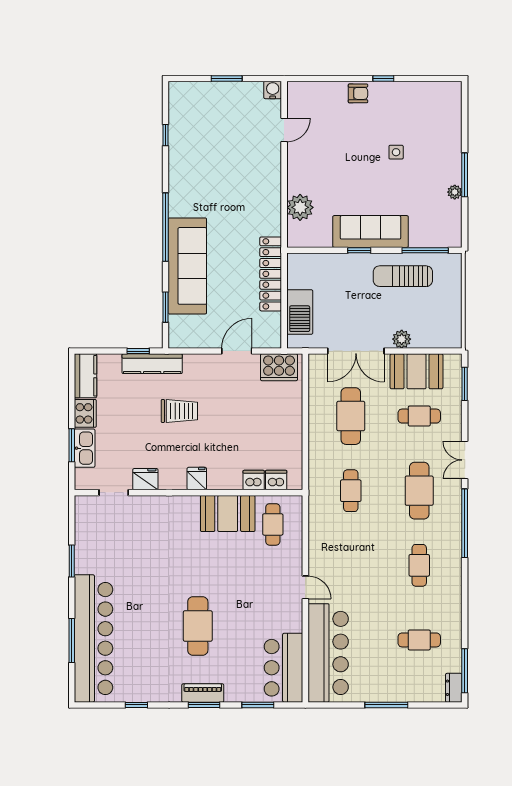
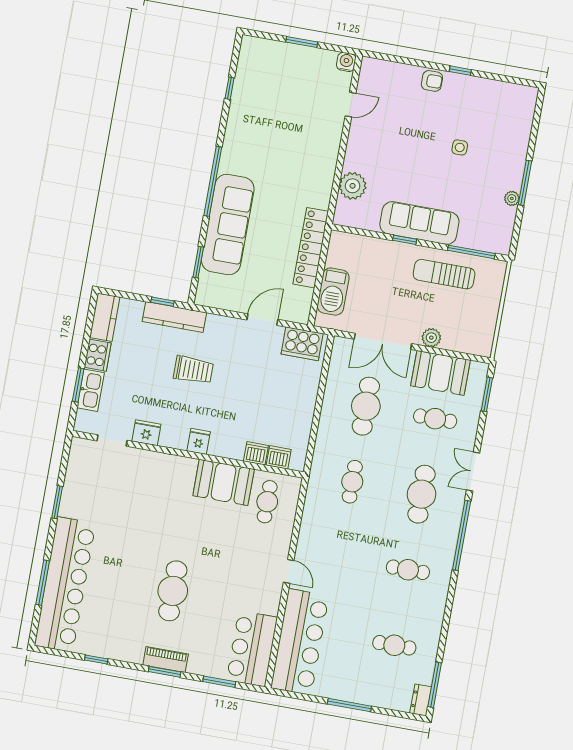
cafe table: (419, 565) -> (408, 570), turned 90

